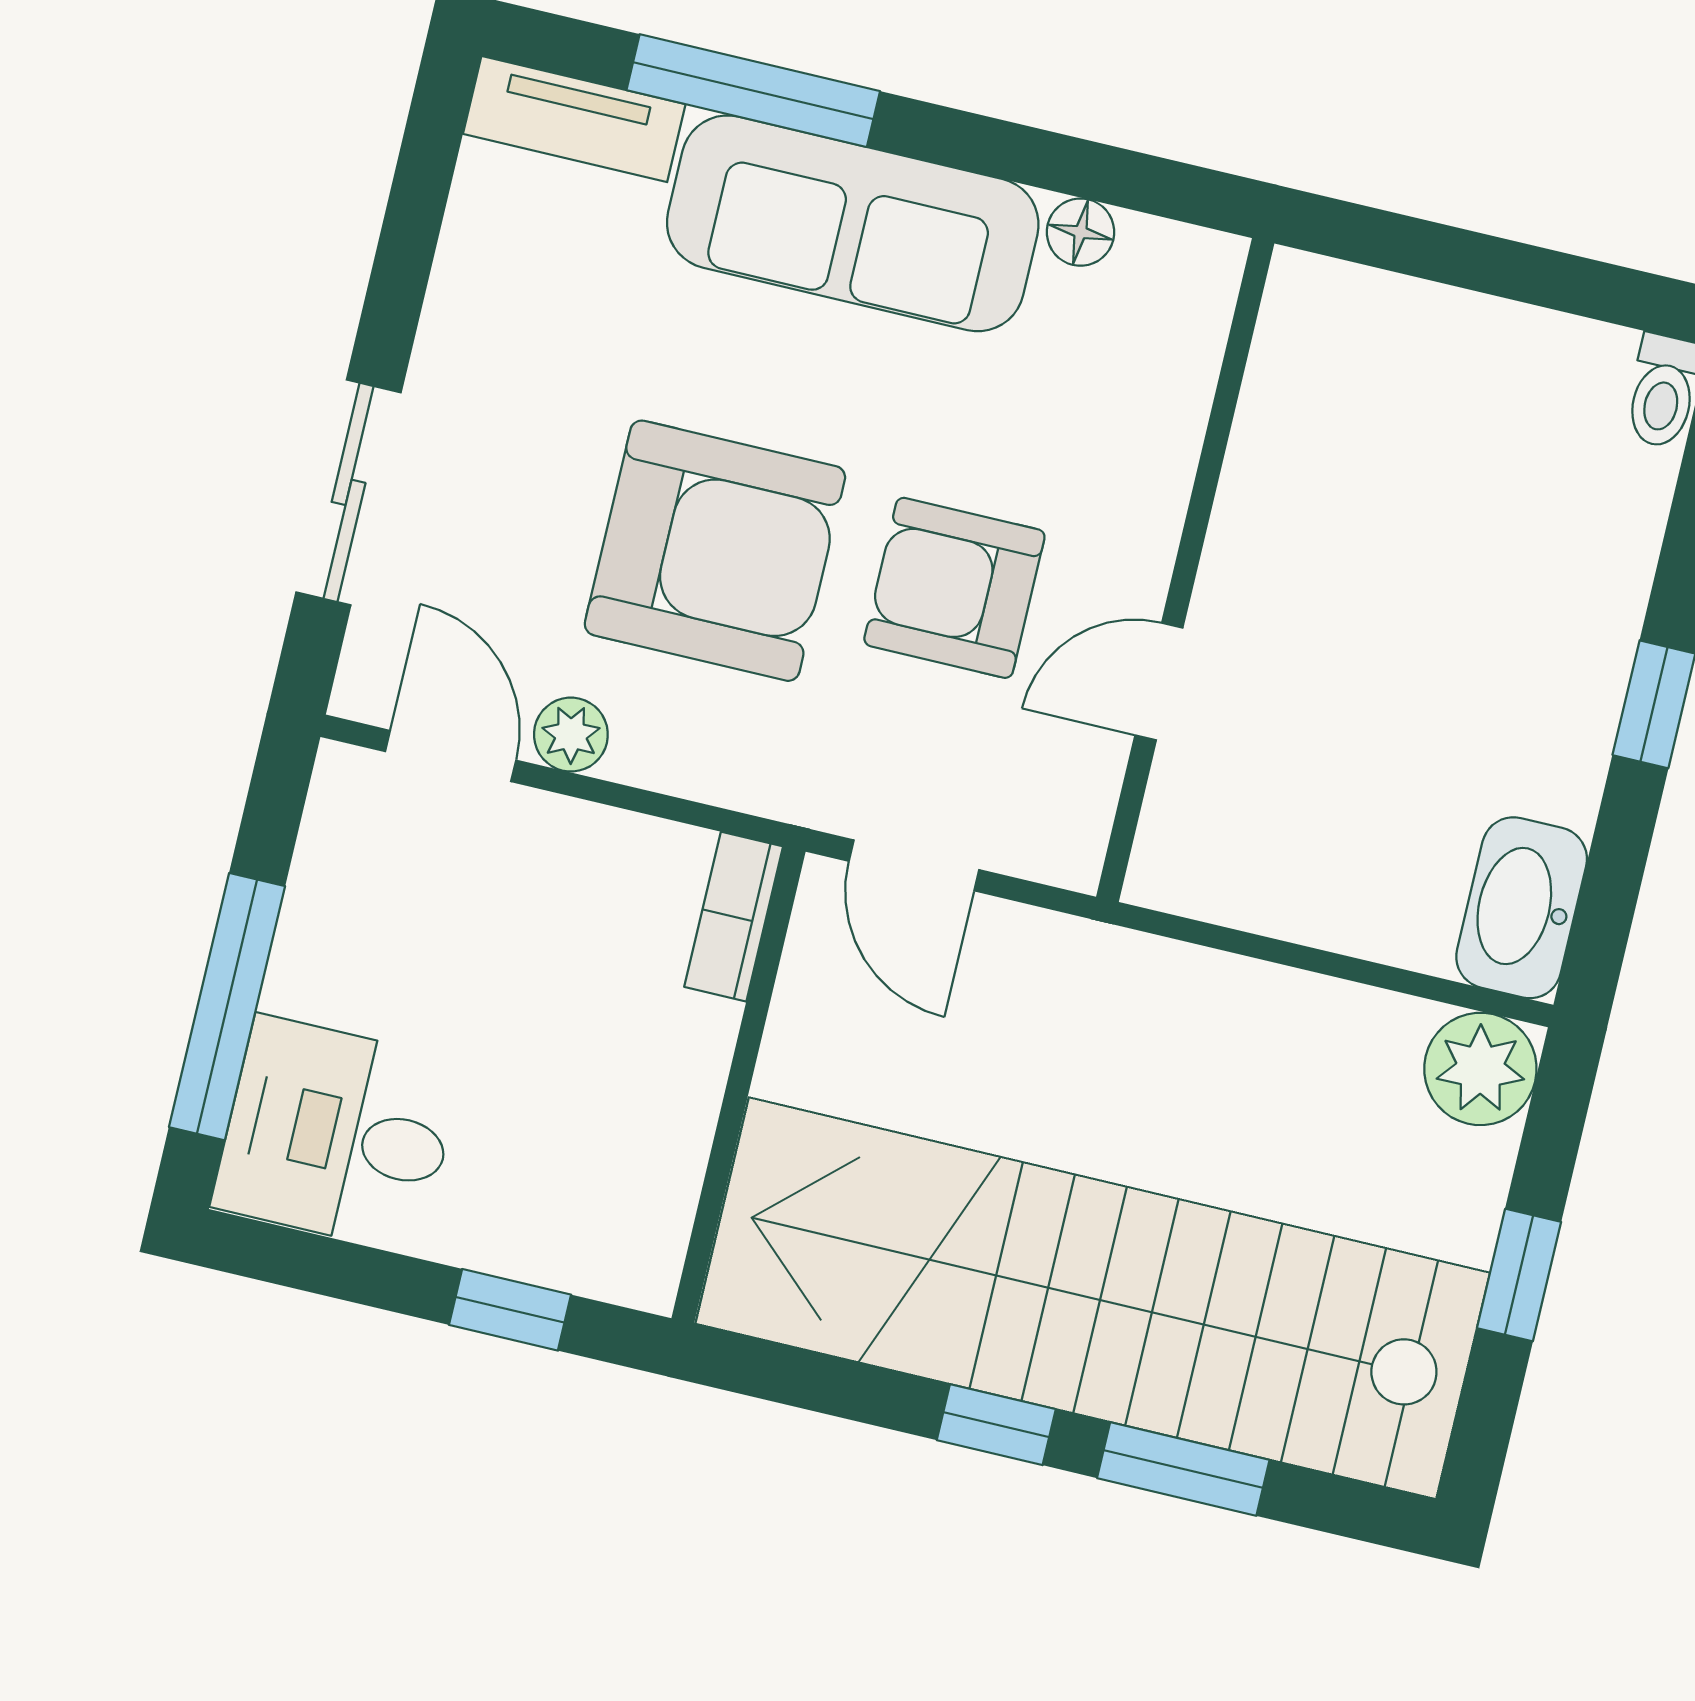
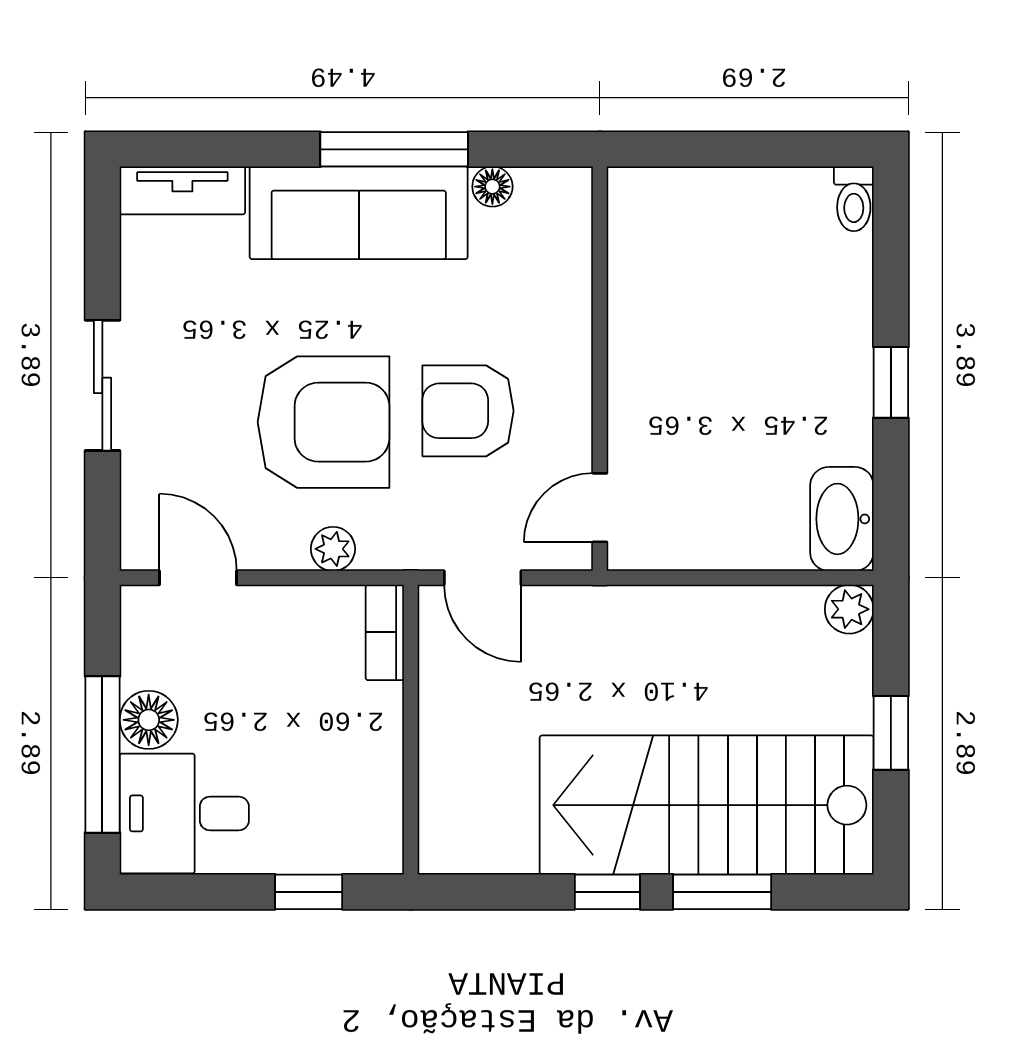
window: (753, 91) -> (394, 149), moved
sliding door: (349, 492) -> (102, 385), moved
door: (1159, 681) -> (600, 508), moved
plant: (571, 735) -> (333, 549), moved
floor lamp: (316, 968) -> (149, 720), added
plant: (1480, 1069) -> (849, 609), width x0.73, depth x0.73
stairs: (1093, 1298) -> (707, 805), width x0.73

